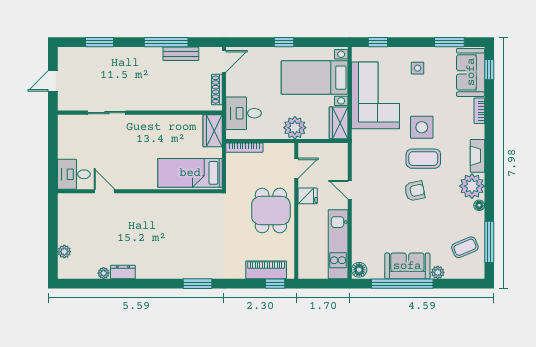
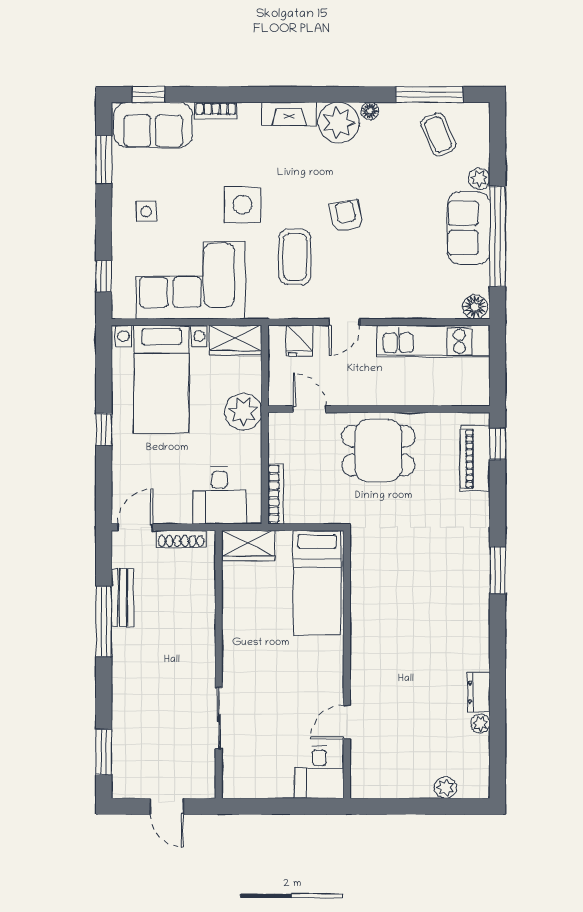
window: (99, 42) -> (104, 752), moved
door: (224, 61) -> (135, 527), hinge flipped
coffee table: (423, 159) -> (295, 257), moved
fridge: (308, 196) -> (299, 341), moved, turned 180

